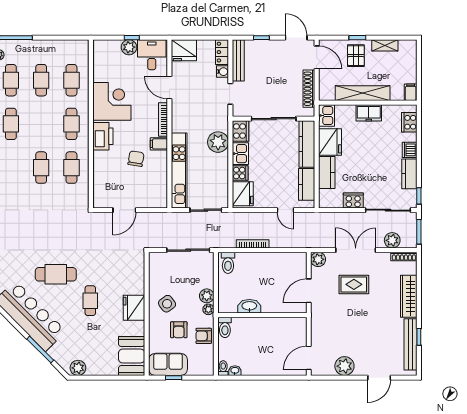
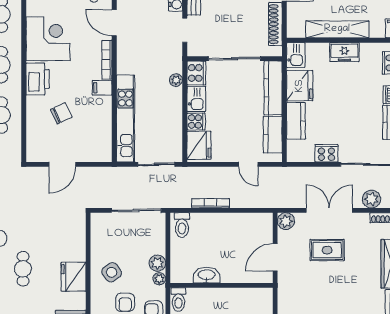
plant: (218, 142) -> (176, 80), width x0.53, depth x0.53
chair: (136, 159) -> (61, 113), moved, turned 56

